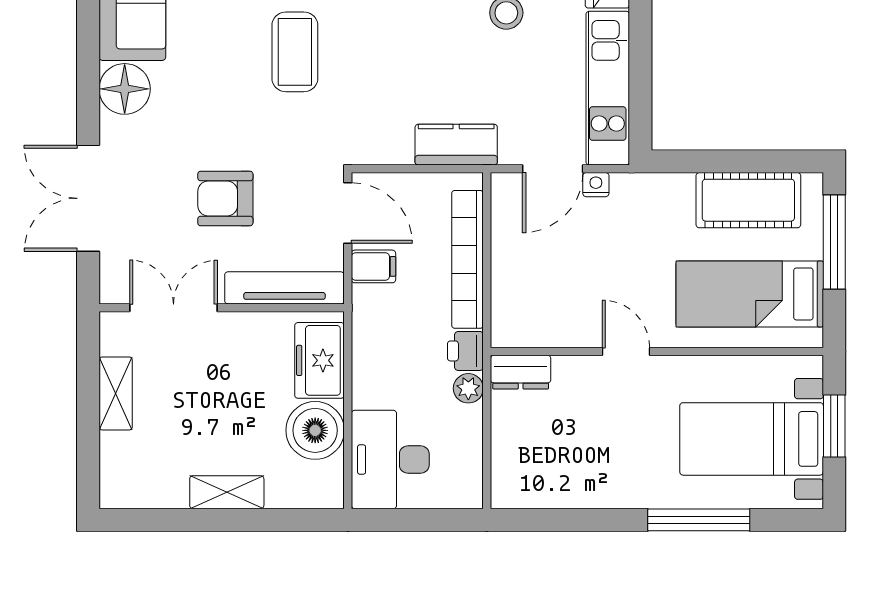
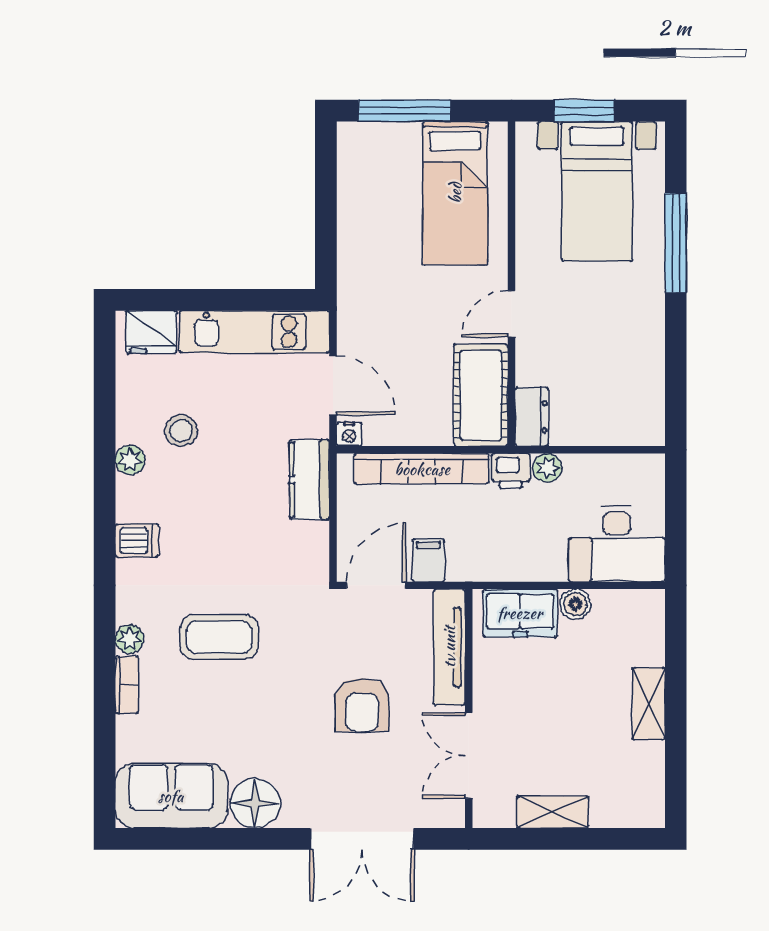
nightstand: (596, 185) -> (349, 434), moved, turned -90
cot: (748, 200) -> (481, 395), moved
boiler: (315, 430) -> (575, 604), width x0.54, depth x0.54

